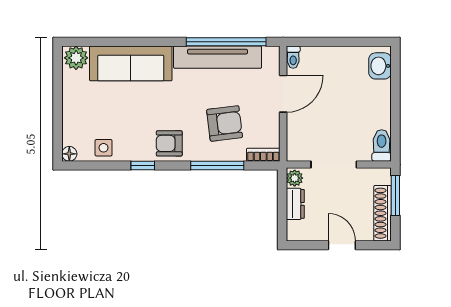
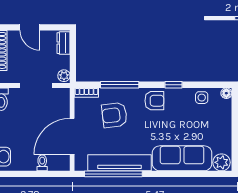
toilet: (293, 57) -> (42, 163), moved
door: (283, 94) -> (72, 136), width x1.36
dresser: (295, 204) -> (64, 43), moved

